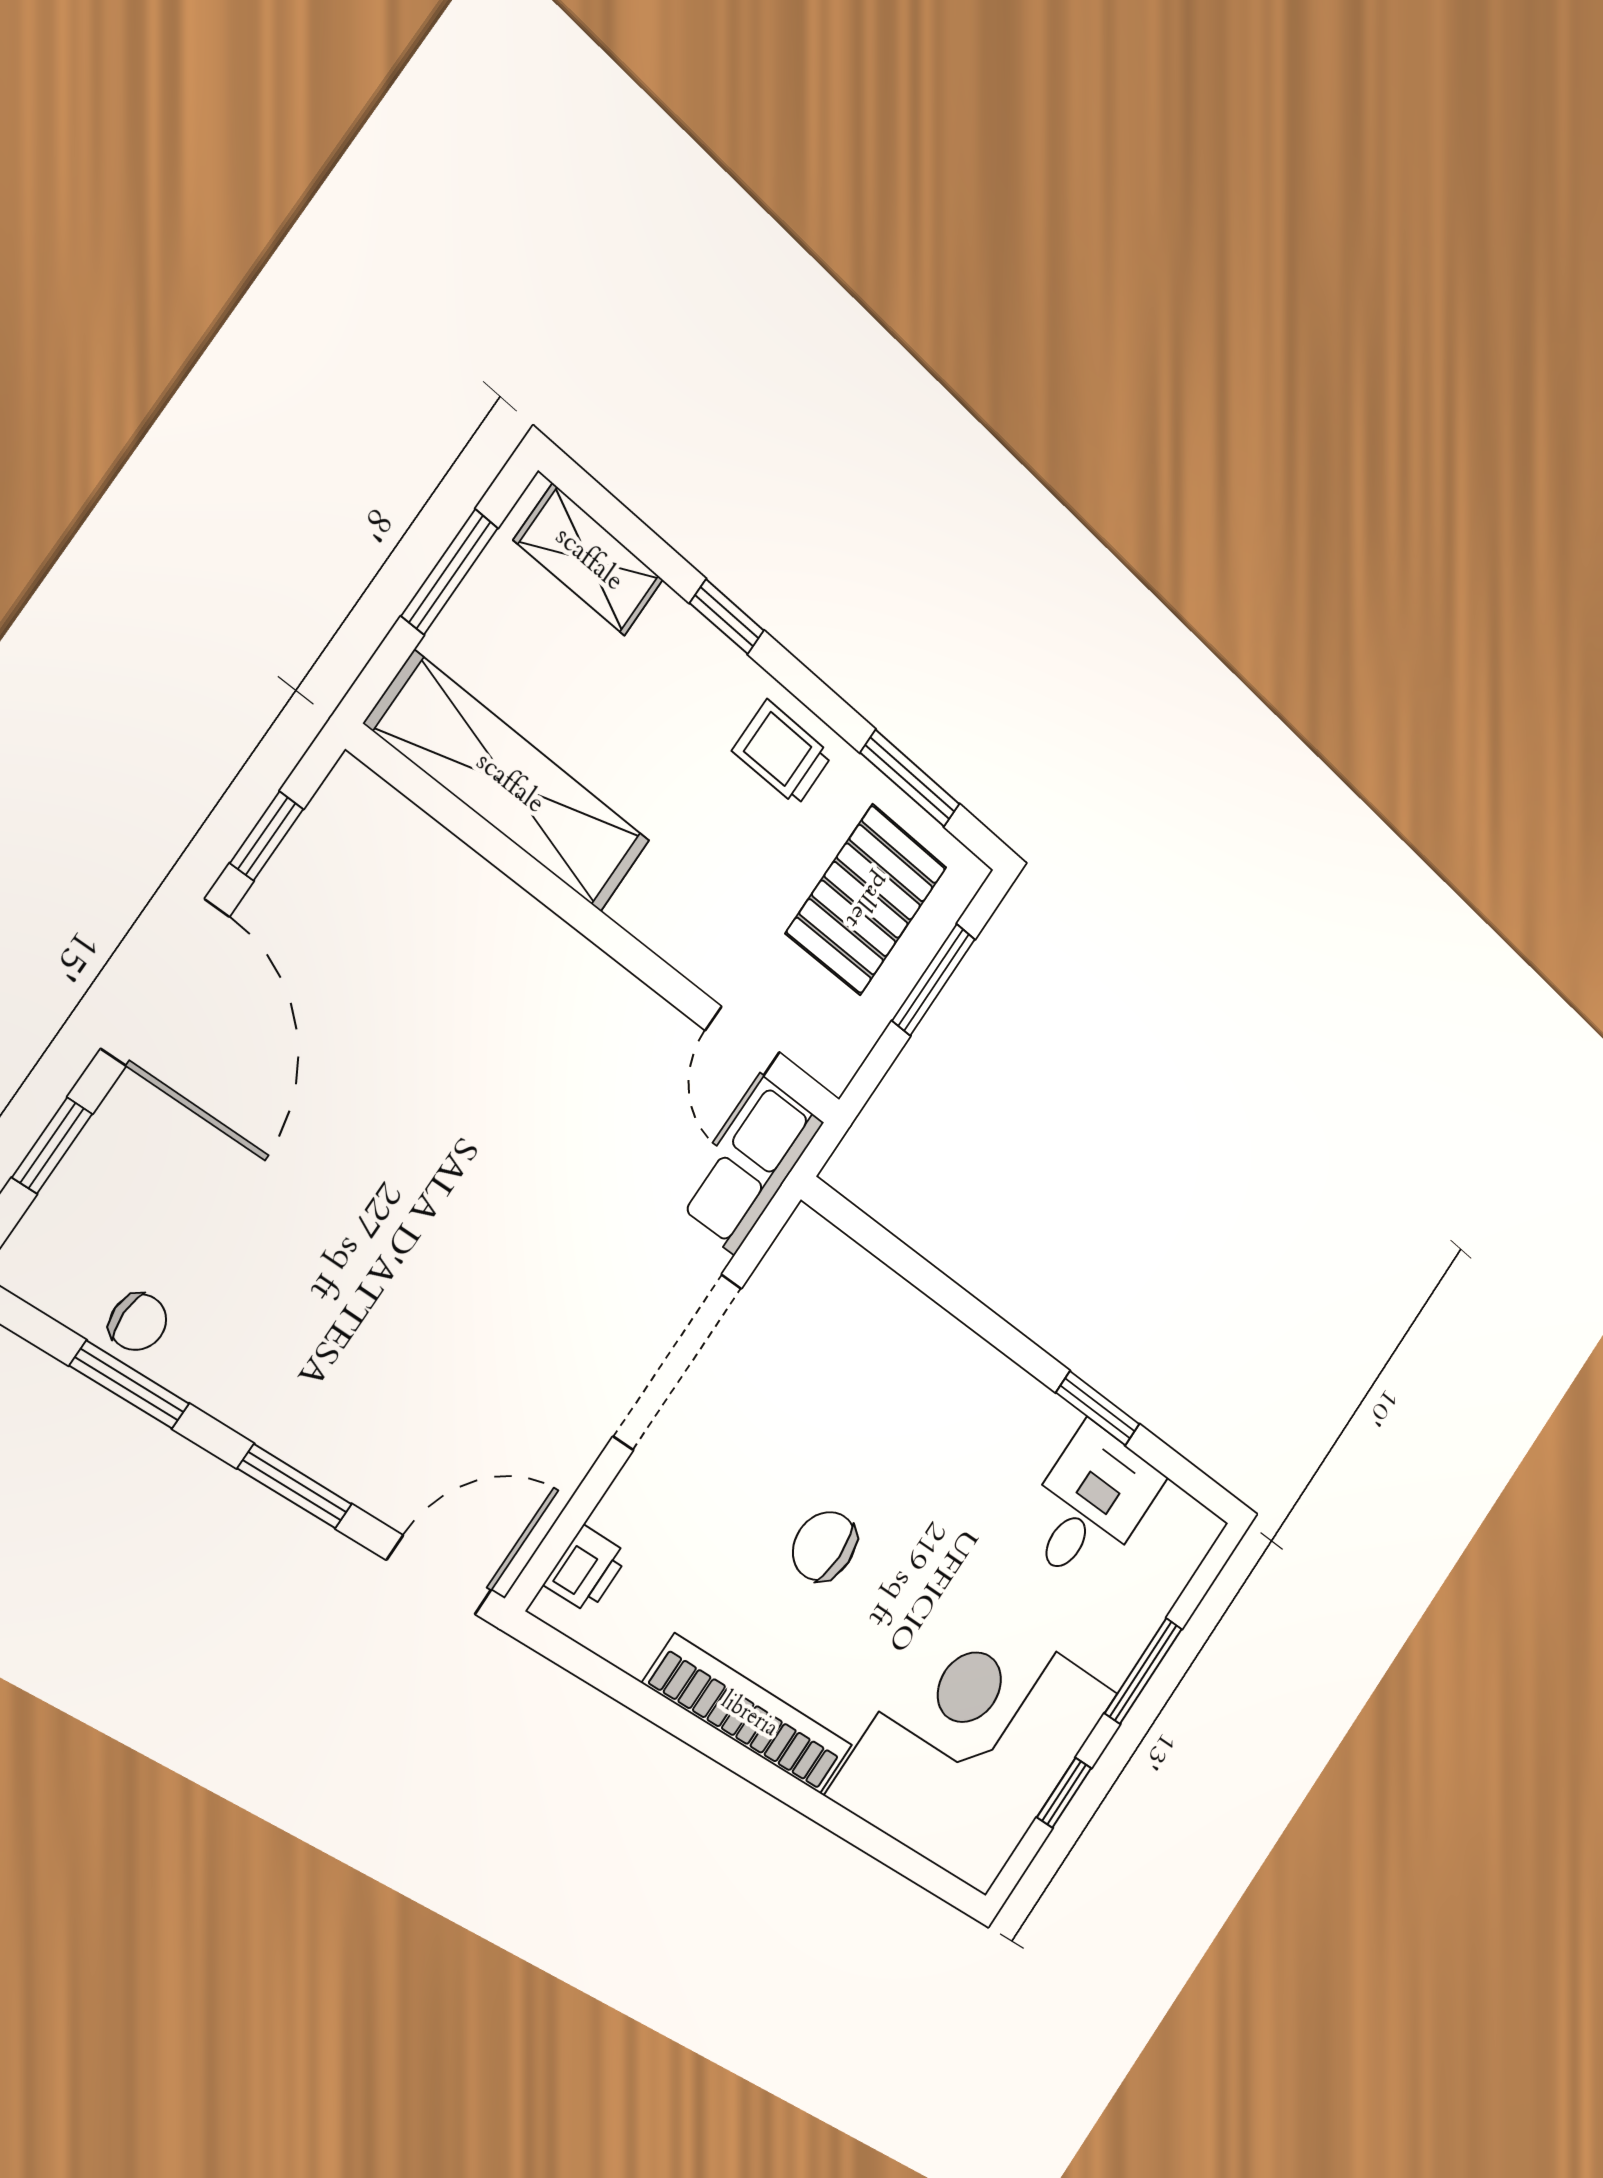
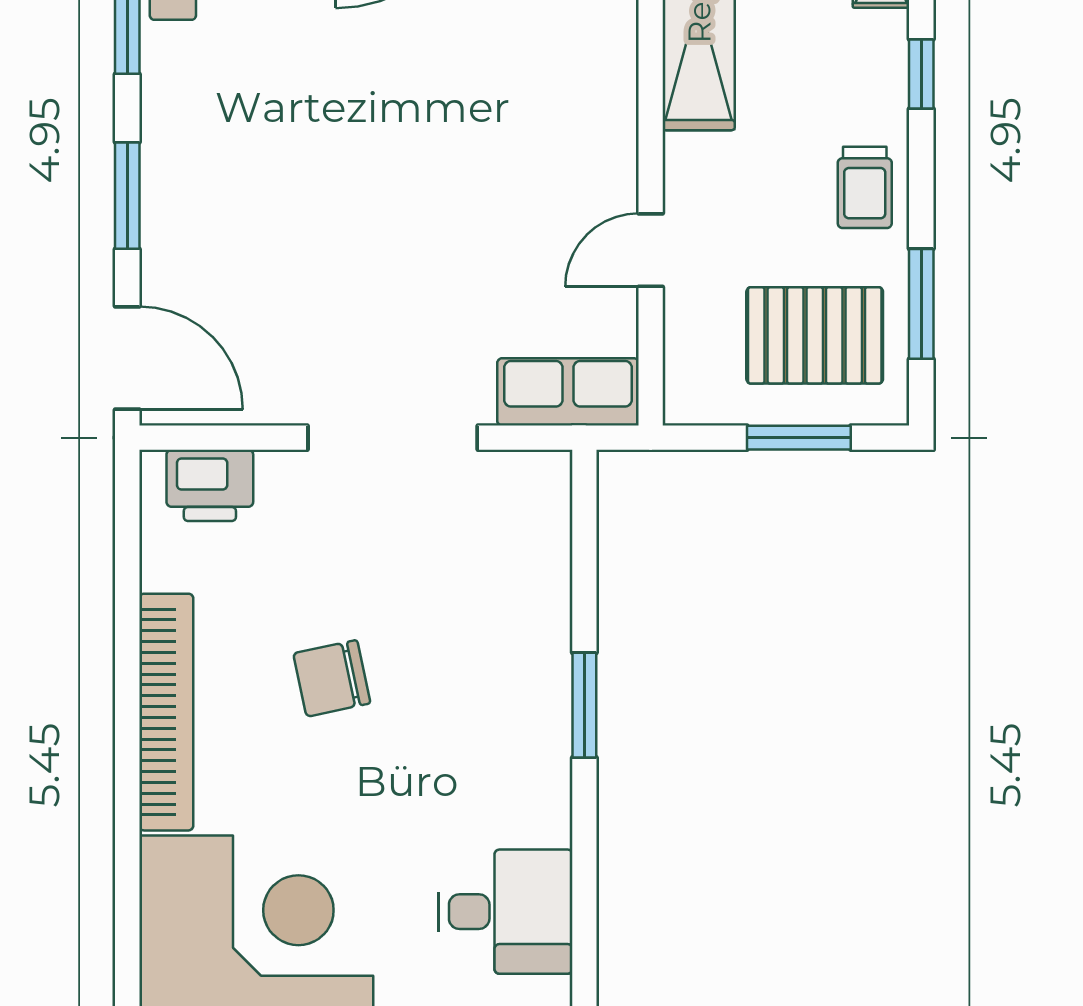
trolley: (782, 753) -> (865, 187), turned 180
door: (743, 1041) -> (651, 250), moved
window: (1098, 1408) -> (584, 705), moved
chair: (824, 1546) -> (332, 678), turned -102
printer: (586, 1569) -> (210, 485), width x1.36, depth x1.24

